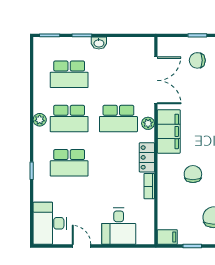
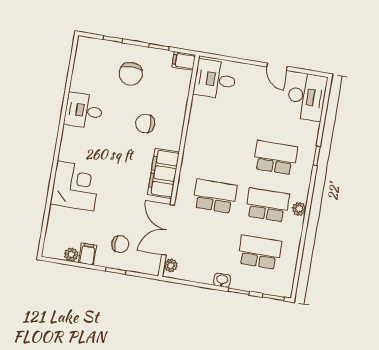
plant: (148, 123) -> (171, 265), moved
locker: (147, 157) -> (191, 150), removed
chair: (193, 174) -> (145, 124), turned 90
bookcase: (149, 186) -> (194, 119), removed
desk: (119, 226) -> (215, 79), moved, turned -90

